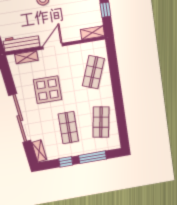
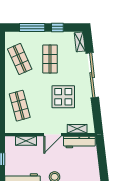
shelving: (92, 33) -> (26, 141), moved
shop shelf: (93, 72) -> (20, 106), turned -36
shop shelf: (101, 122) -> (20, 59), turned -33

